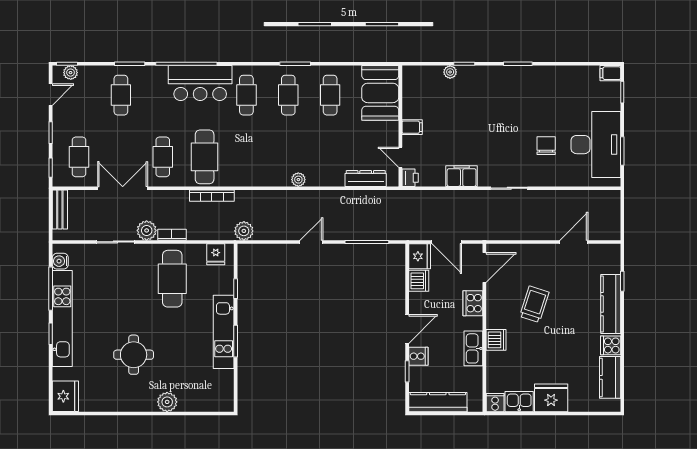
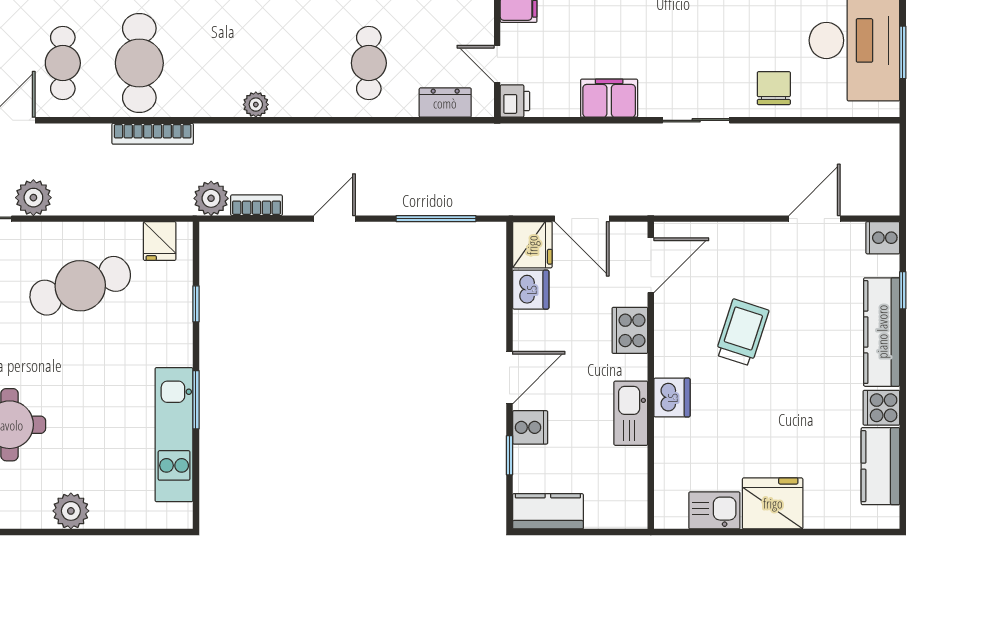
chair: (546, 146) -> (774, 88), moved
cafe table: (330, 157) -> (369, 63), added
dresser: (366, 179) -> (445, 103), width x0.70
plant: (298, 180) -> (256, 105), moved
bookcase: (172, 235) -> (257, 205), moved
cafe table: (172, 279) -> (80, 286), turned 71
kitchen unit: (224, 332) -> (174, 435), moved
kitchen counter: (438, 402) -> (548, 511), width x0.67
cooker: (495, 403) -> (883, 238), moved, turned -90

